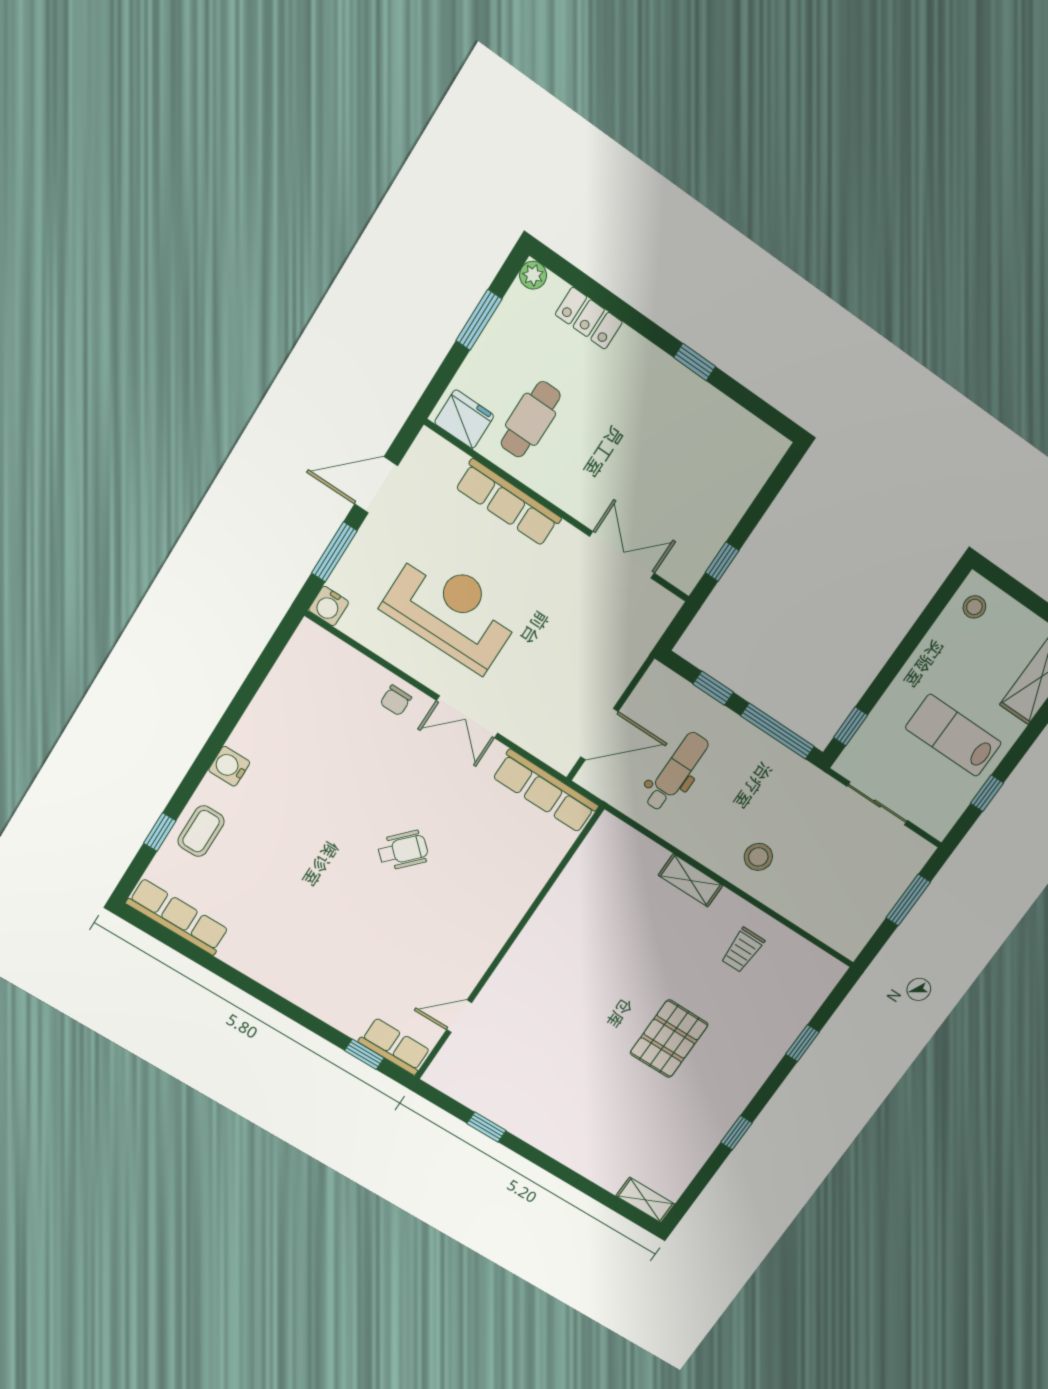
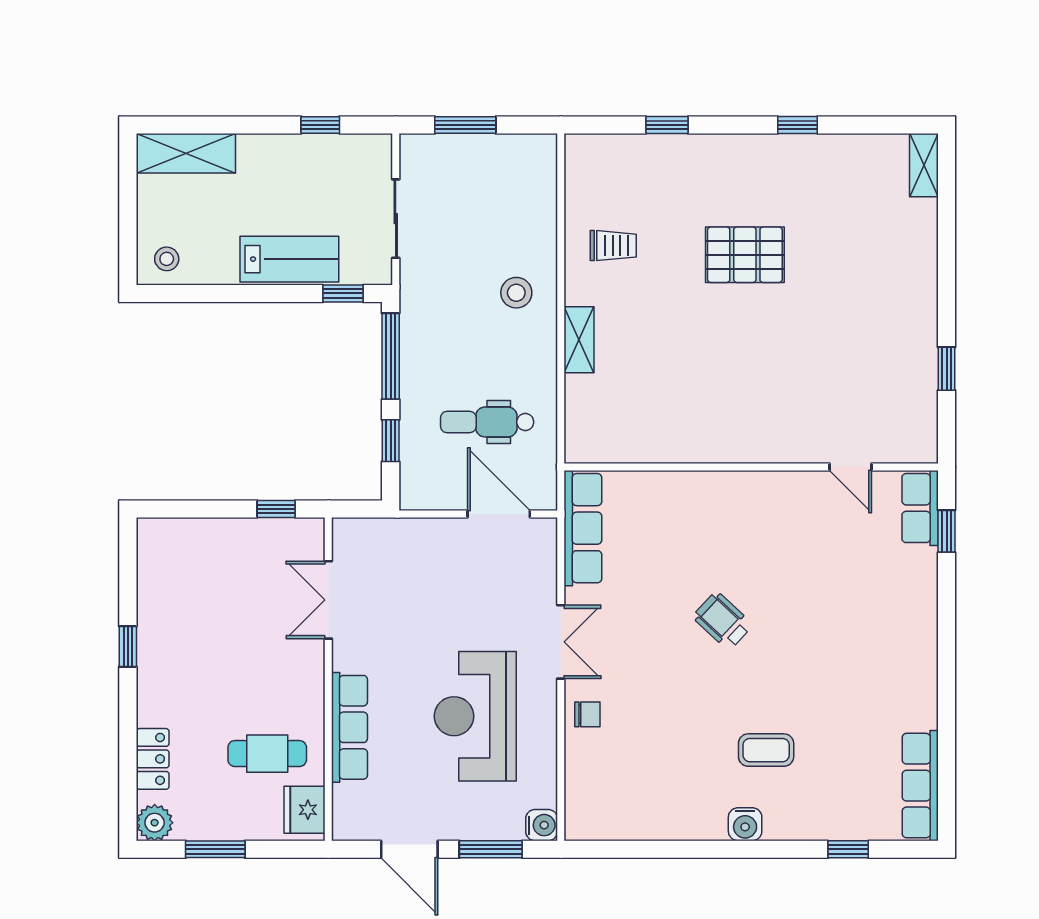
plant: (533, 275) -> (155, 823), width x1.38, depth x1.38
lab bench: (953, 735) -> (289, 259), moved, turned -90
coffee table: (201, 831) -> (766, 750), moved

